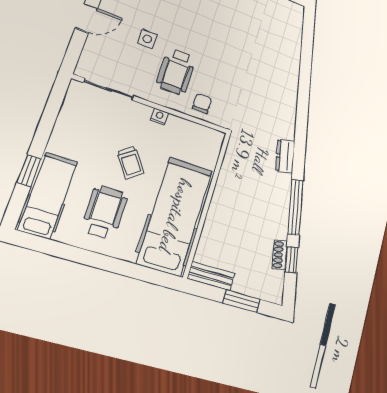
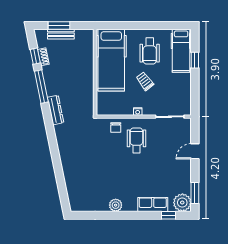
side table: (147, 39) -> (159, 153), removed
dresser: (285, 156) -> (56, 110), width x1.44
bench: (211, 276) -> (61, 34), moved

